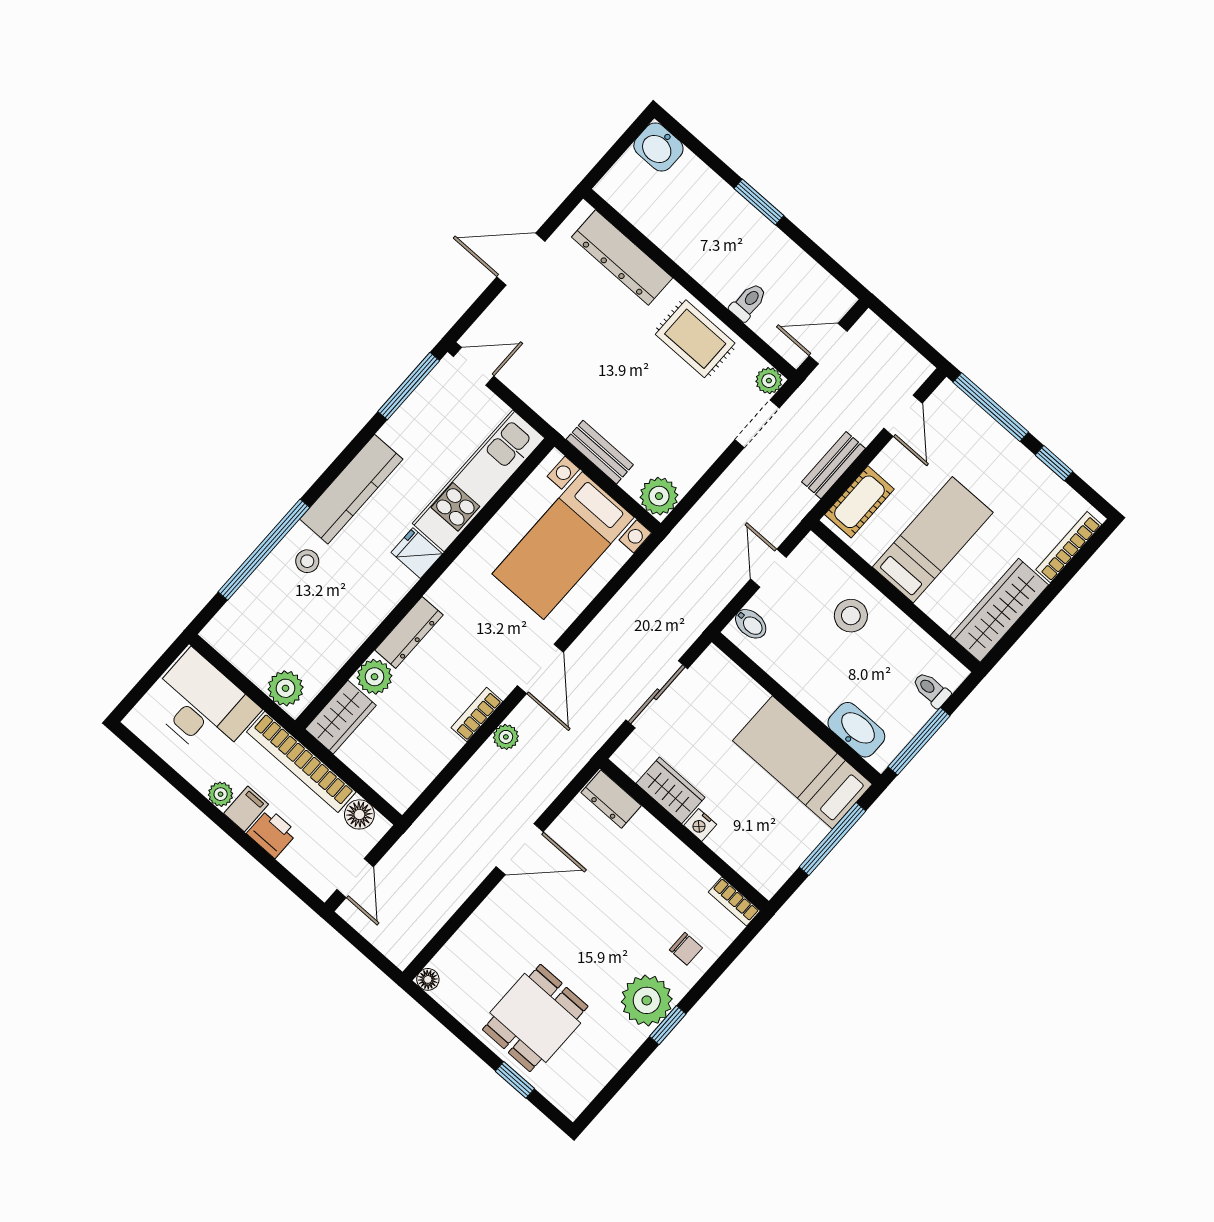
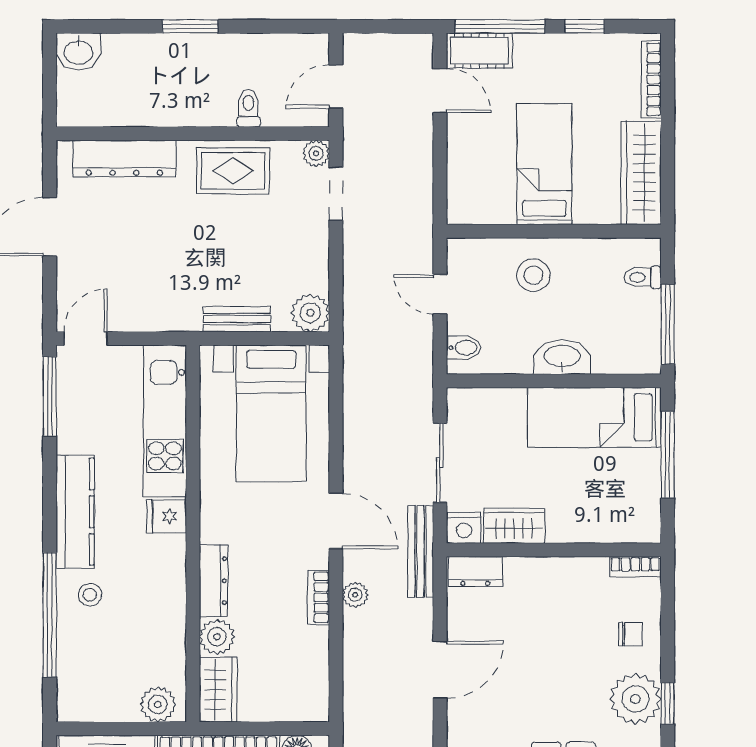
bench: (834, 465) -> (421, 551), moved, width x1.36
cot: (859, 502) -> (479, 51), moved, turned 90
washbasin: (856, 730) -> (562, 357), moved
nightstand: (700, 825) -> (464, 528), moved, width x1.39, depth x1.35

